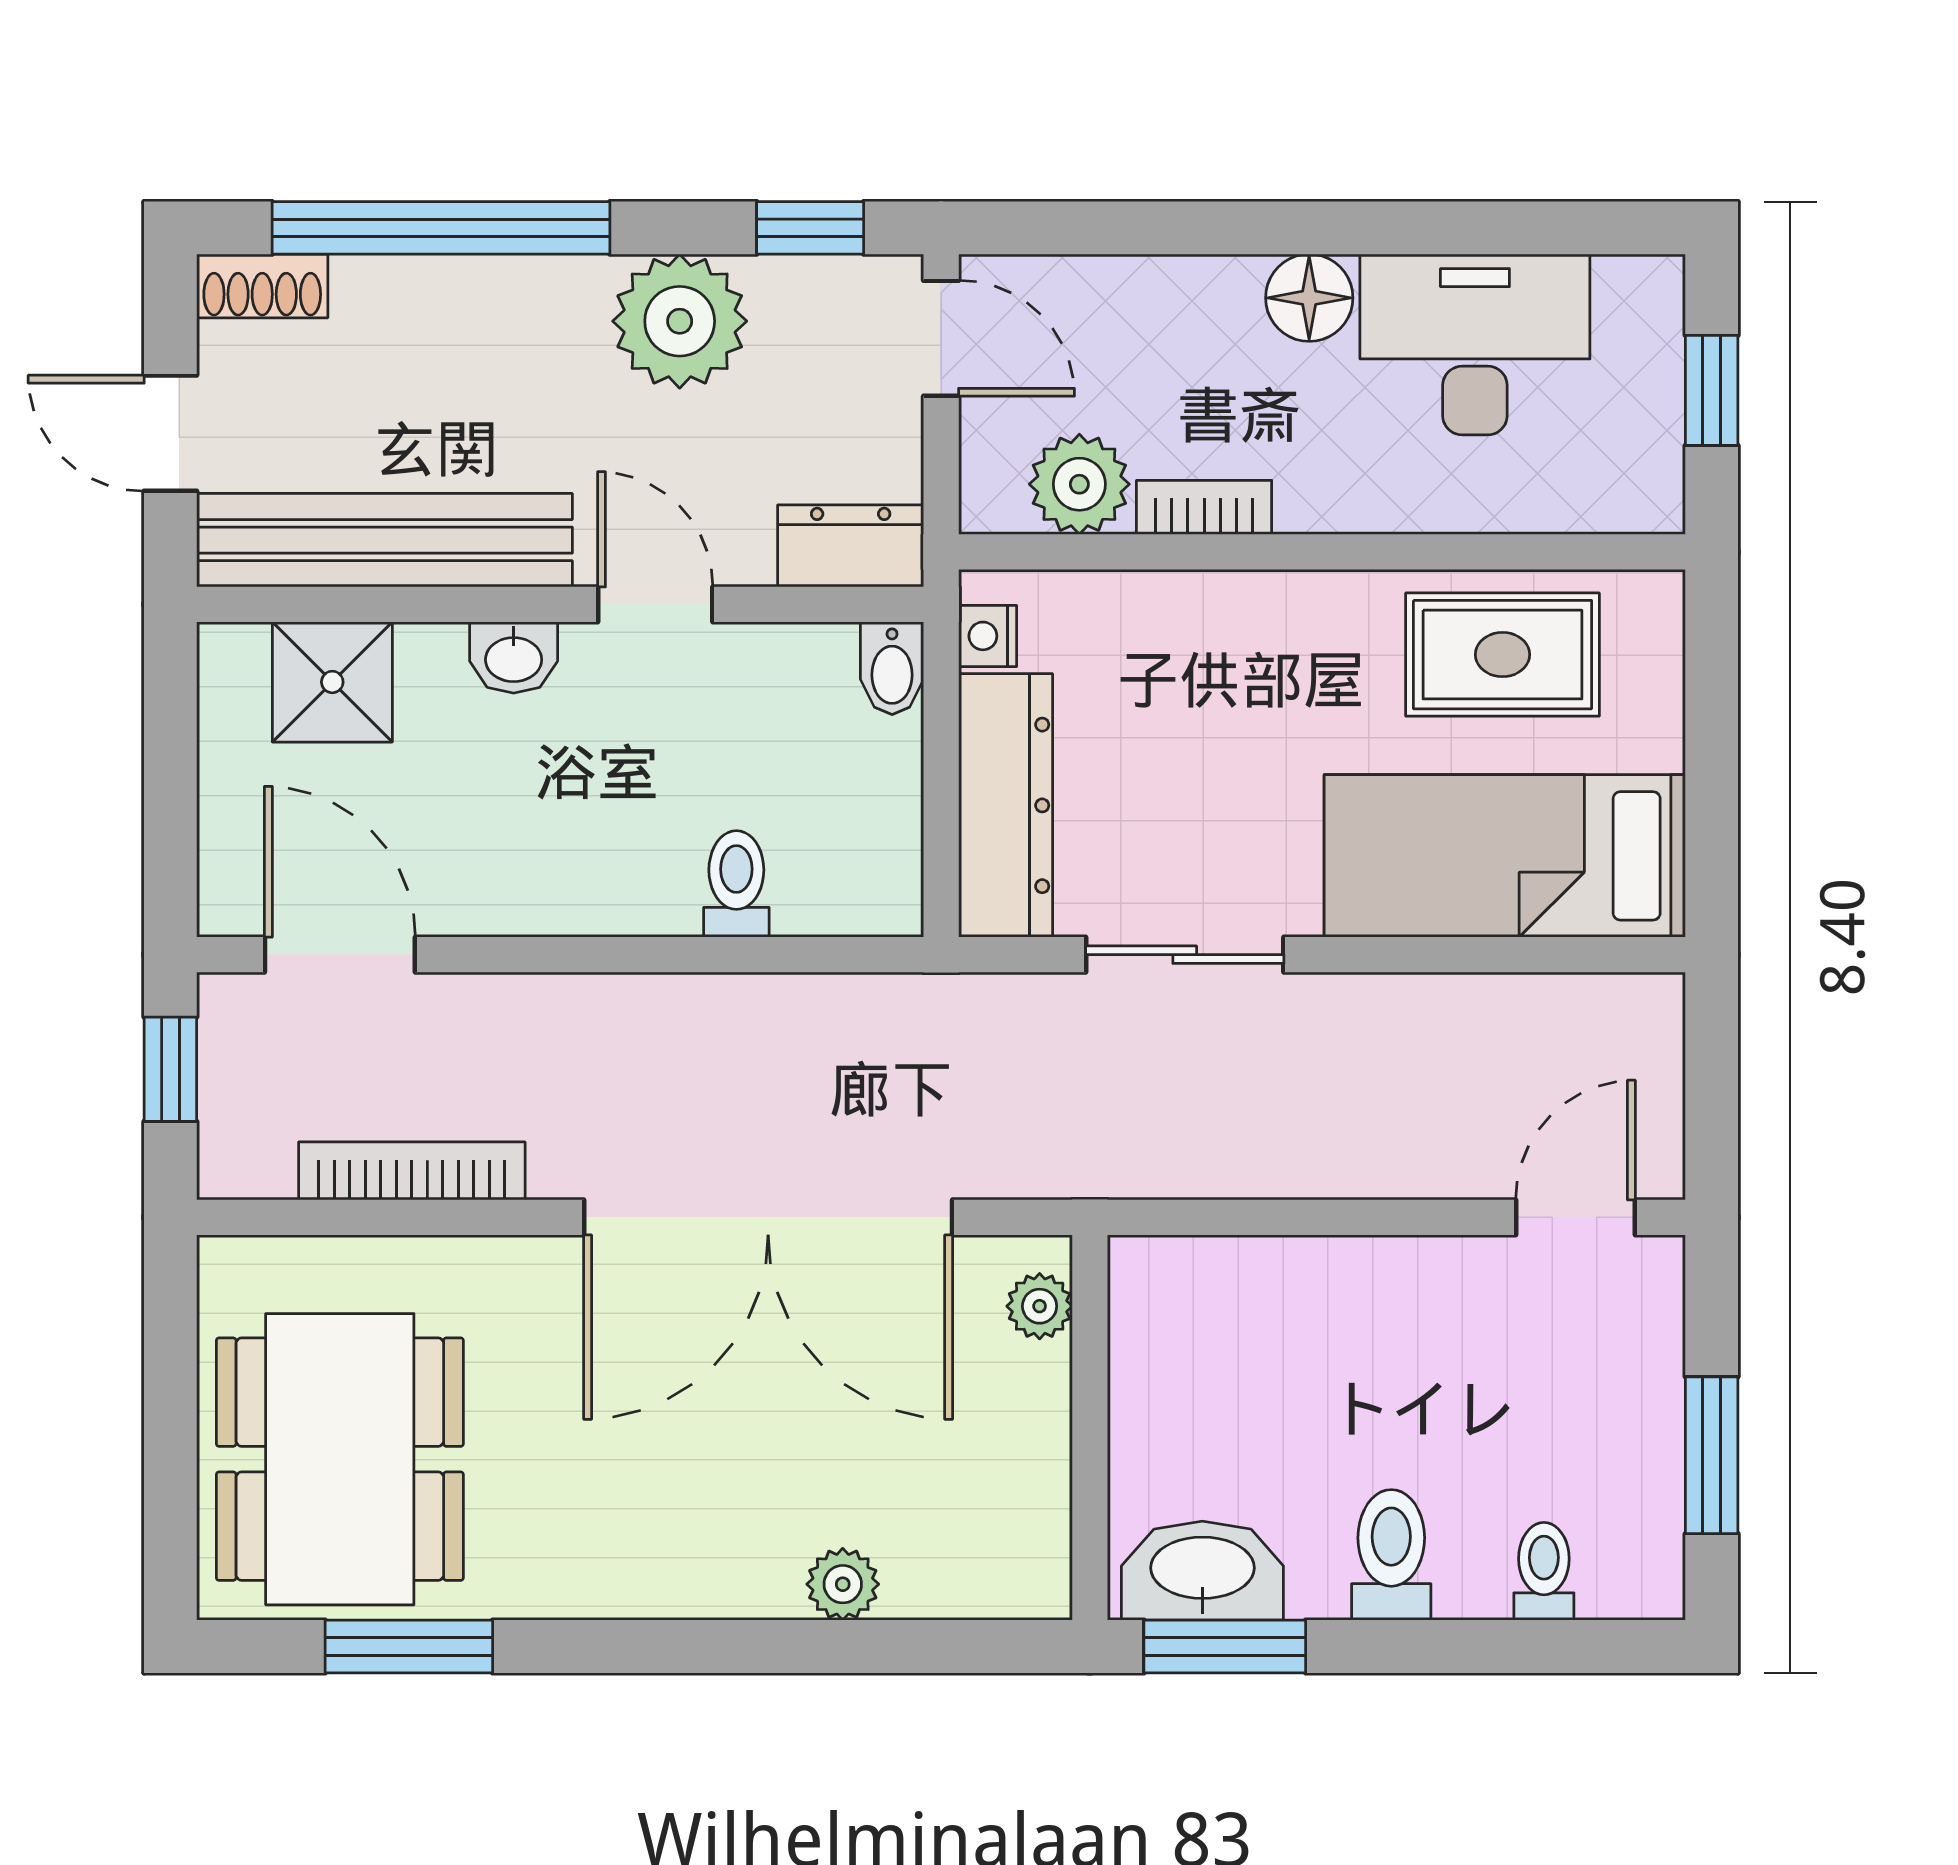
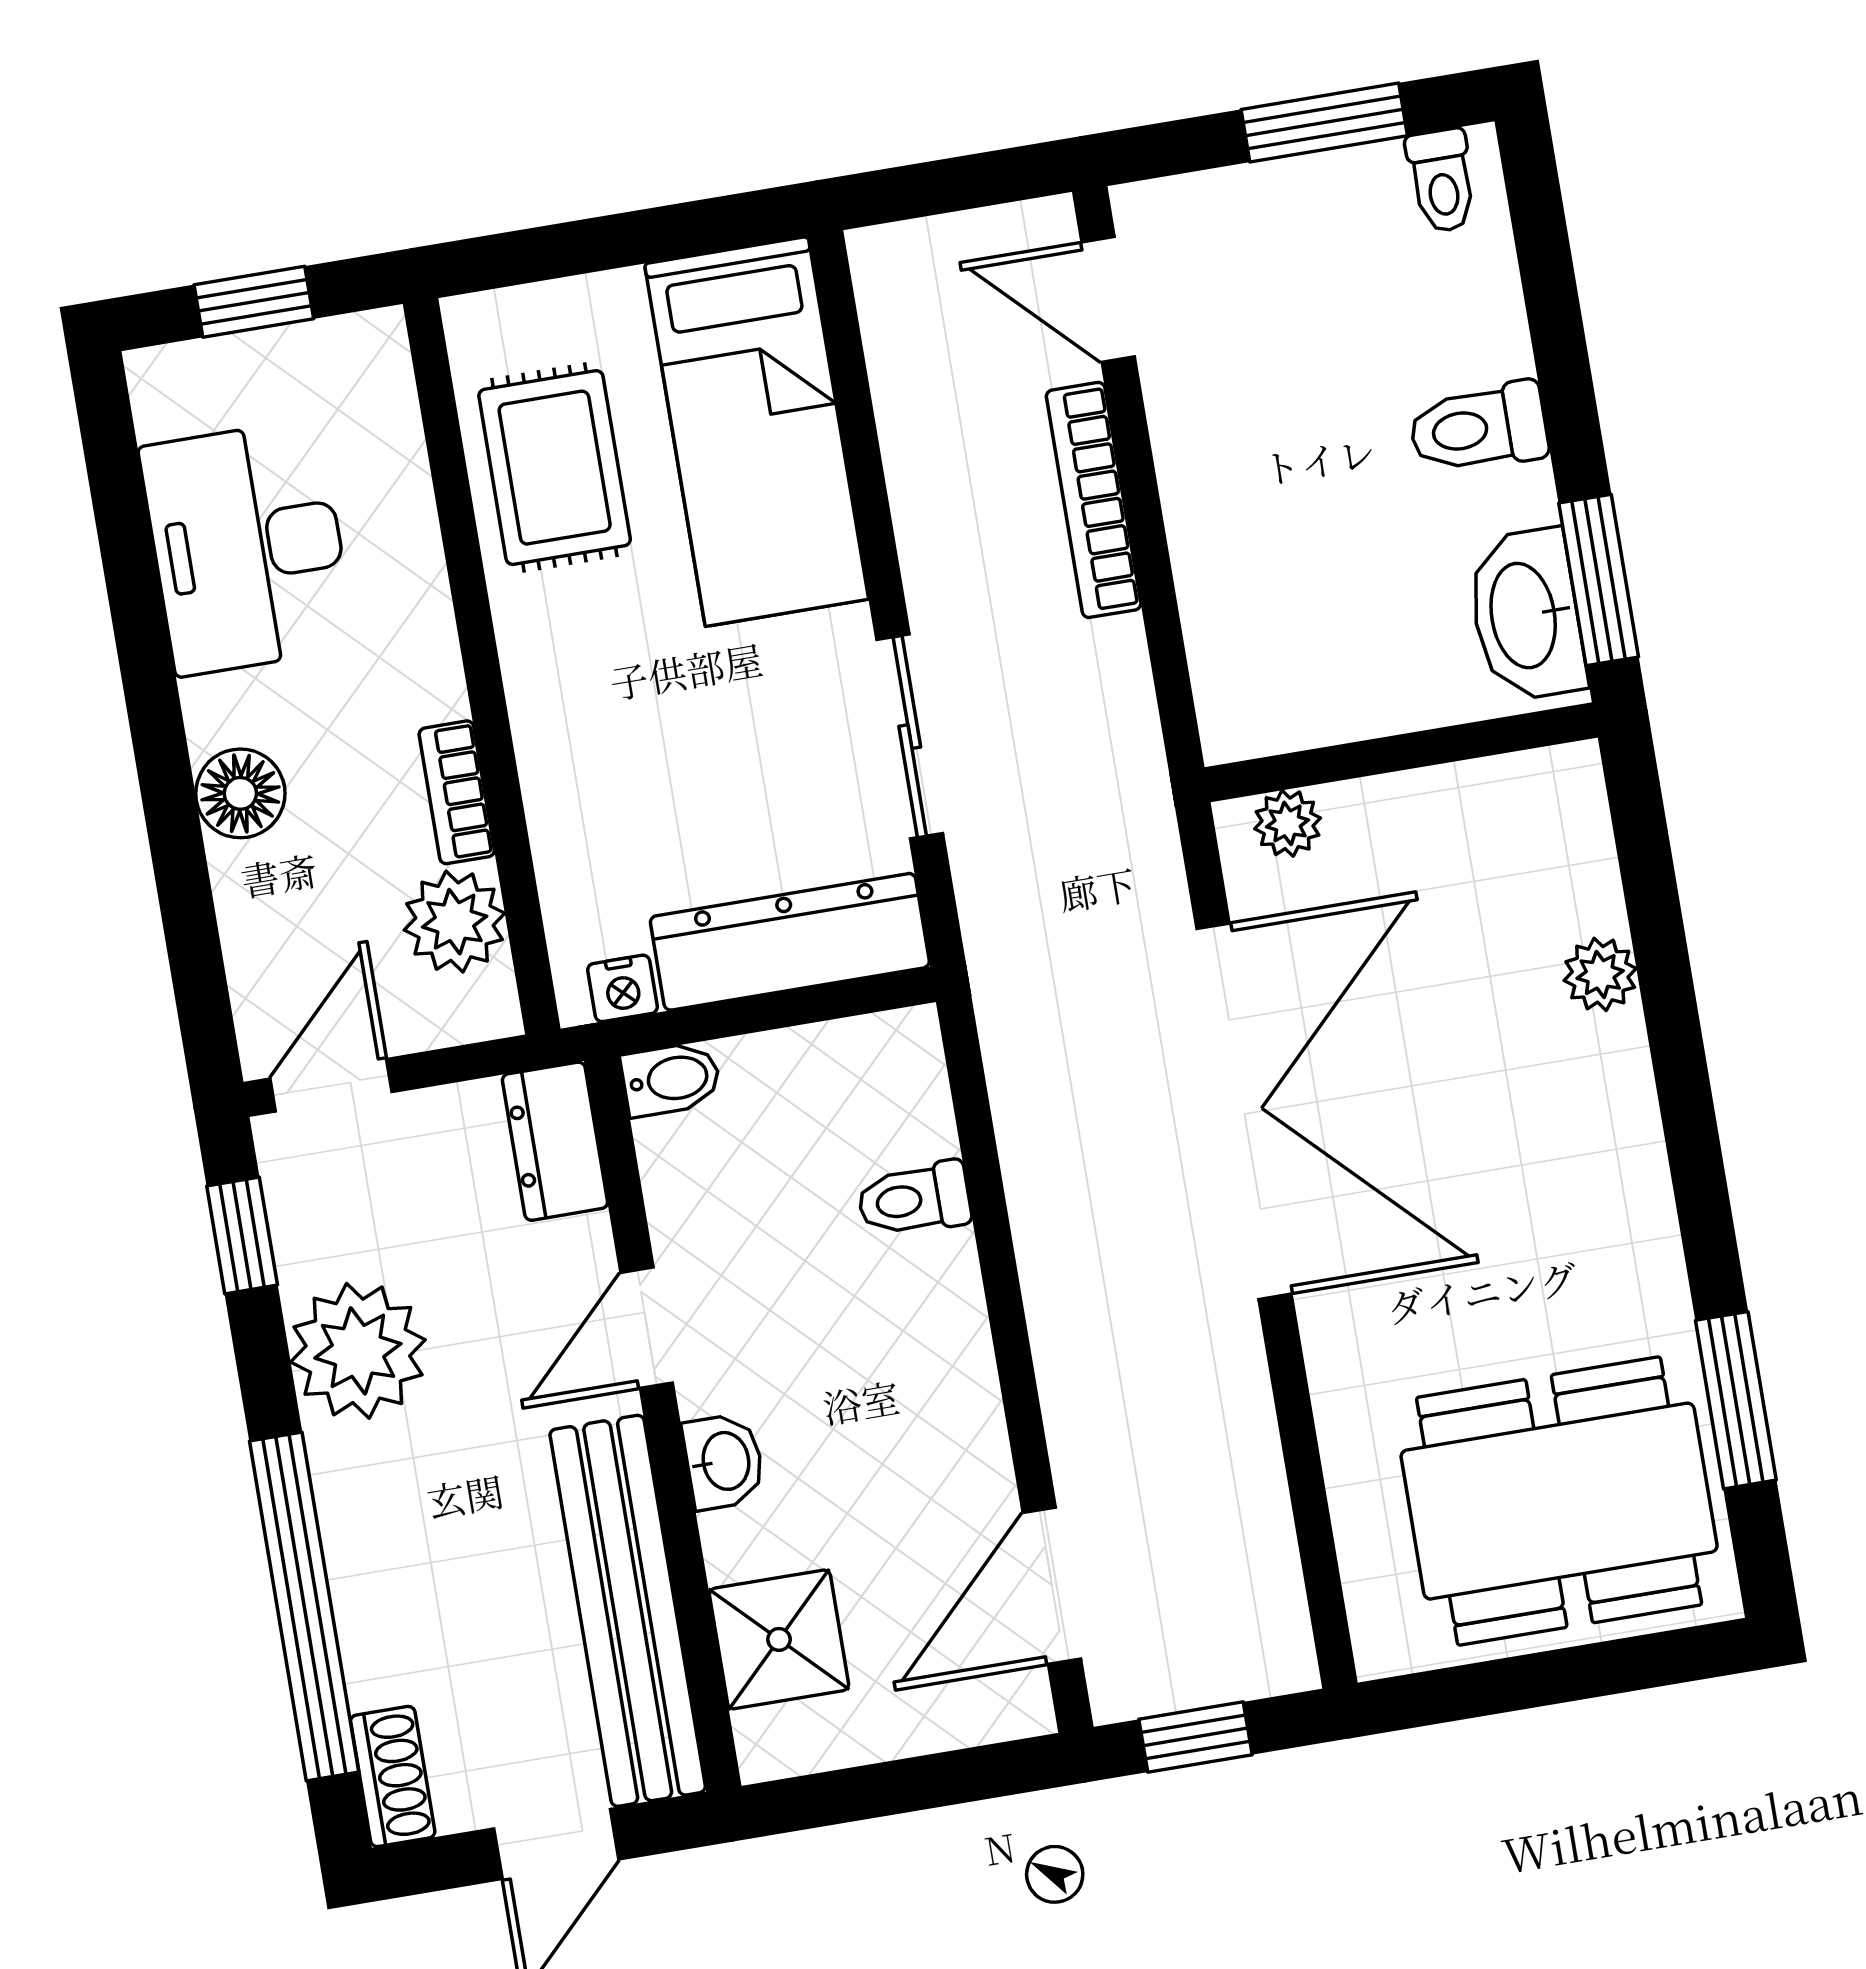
floor lamp: (1309, 298) -> (240, 793), moved
bookcase: (412, 1171) -> (1094, 500), moved
toilet: (1544, 1571) -> (1442, 181), moved, turned -90

